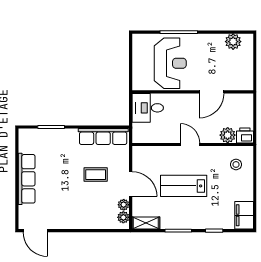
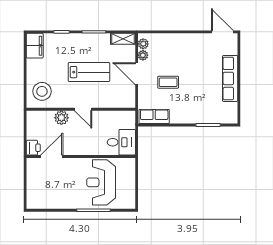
plant: (233, 42) -> (45, 202), removed
door: (211, 92) -> (52, 157), moved
plant: (228, 135) -> (61, 118), moved
printer: (245, 135) -> (33, 148), moved, turned -90
row of seats: (103, 136) -> (154, 117), width x0.68
stool: (236, 164) -> (42, 91), width x1.89, depth x1.89

